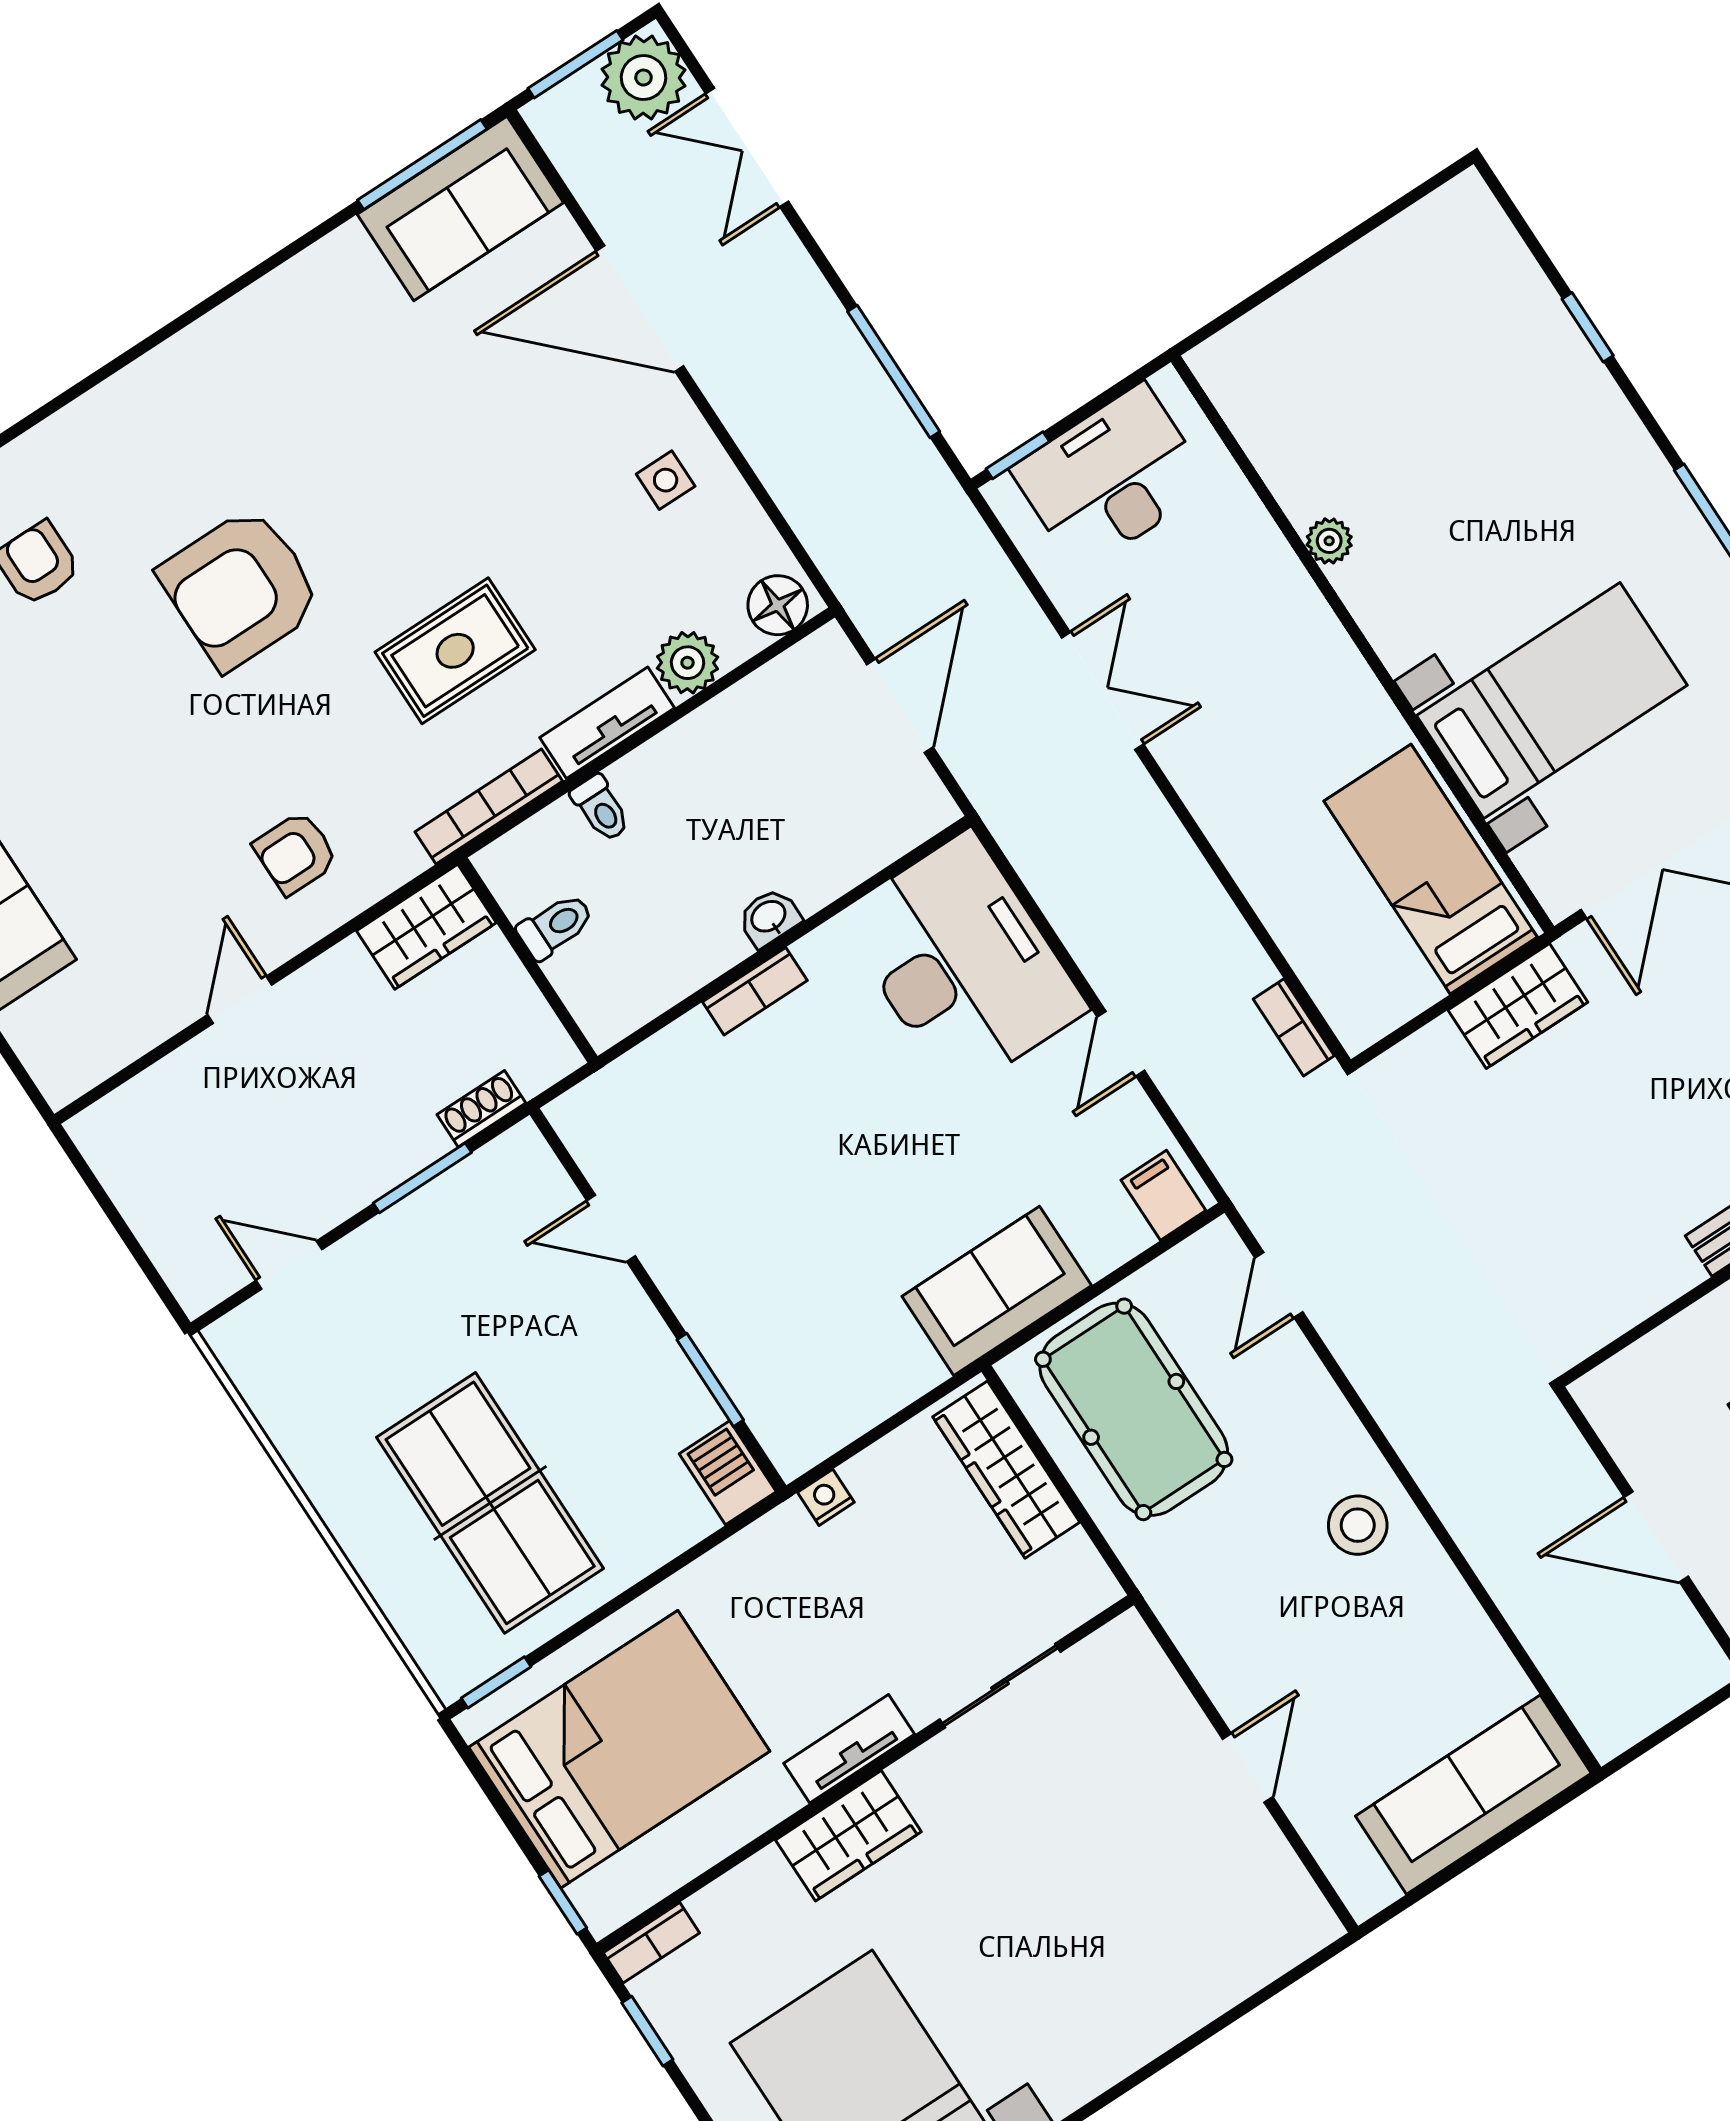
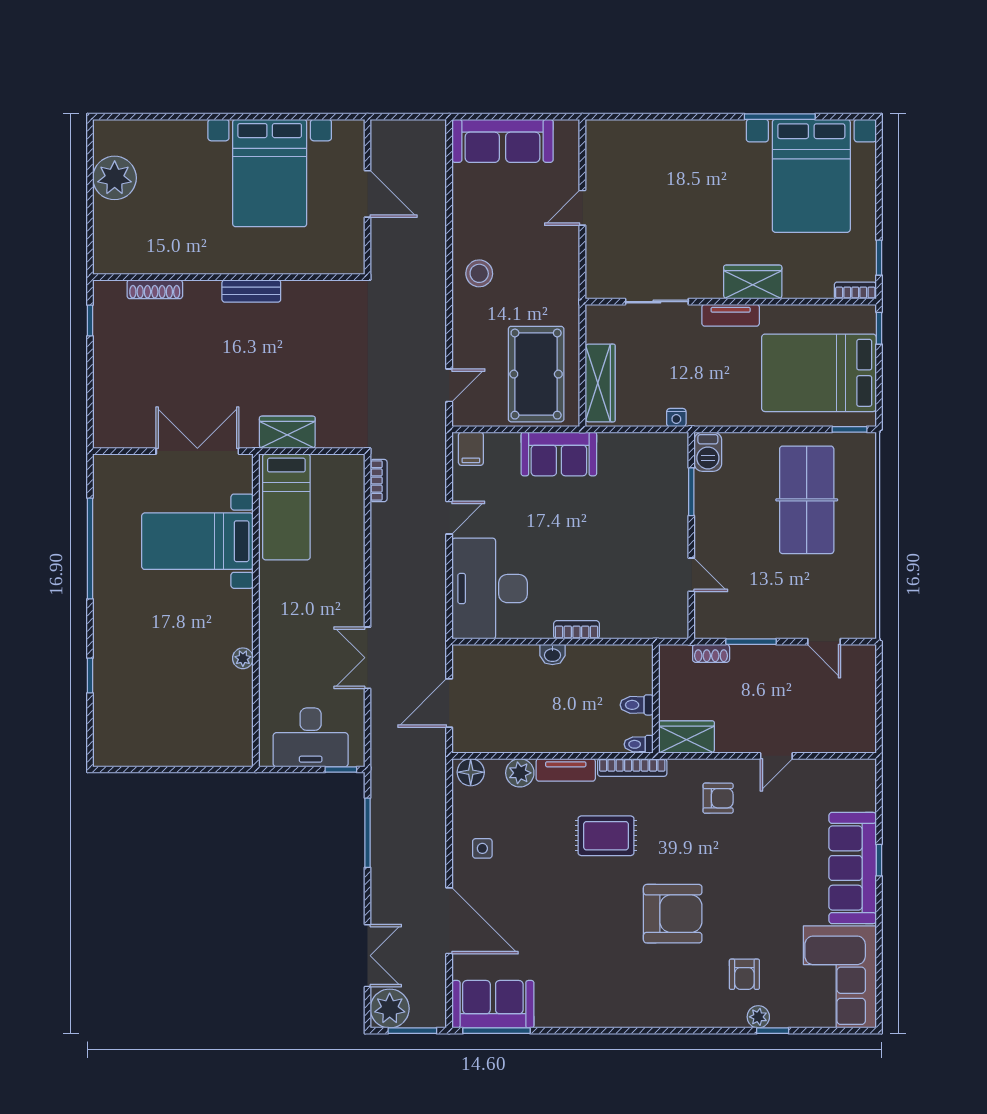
toilet: (601, 808) -> (639, 744), moved, turned -90

